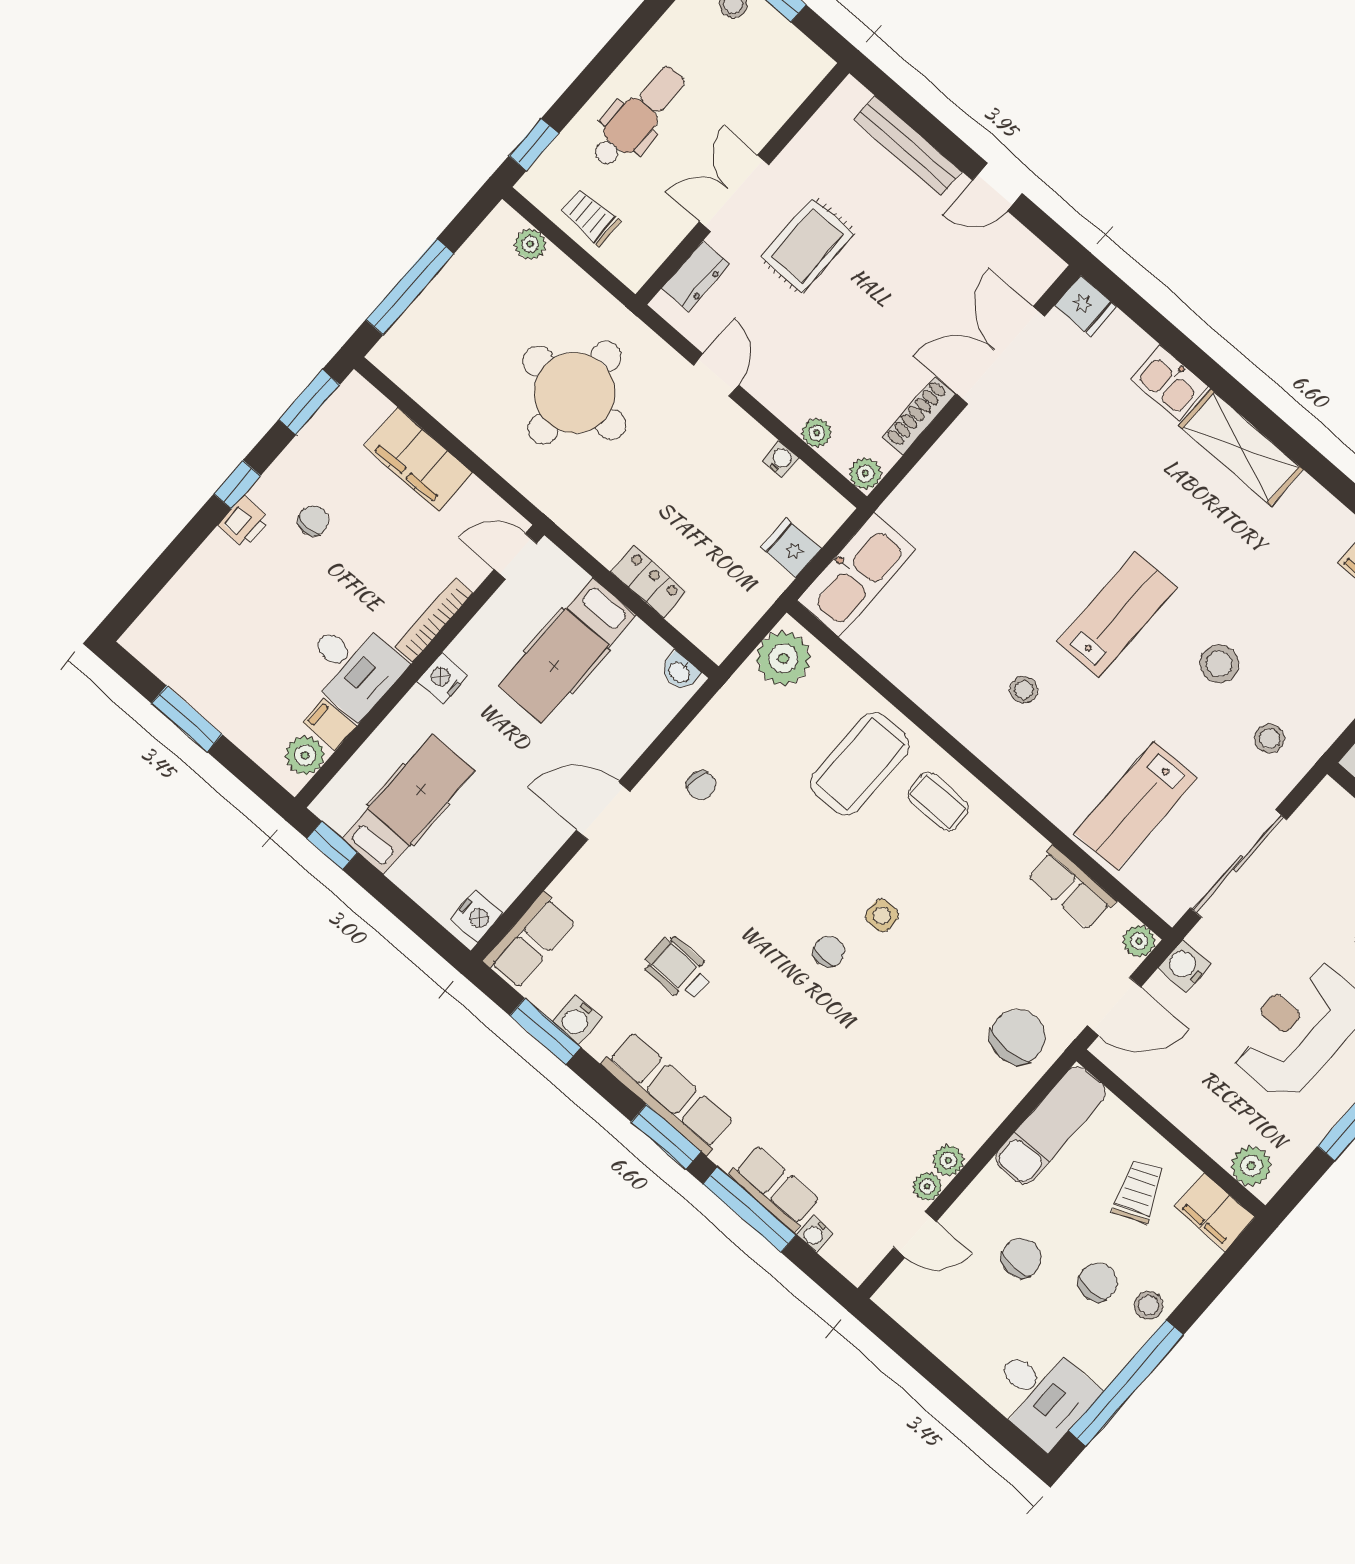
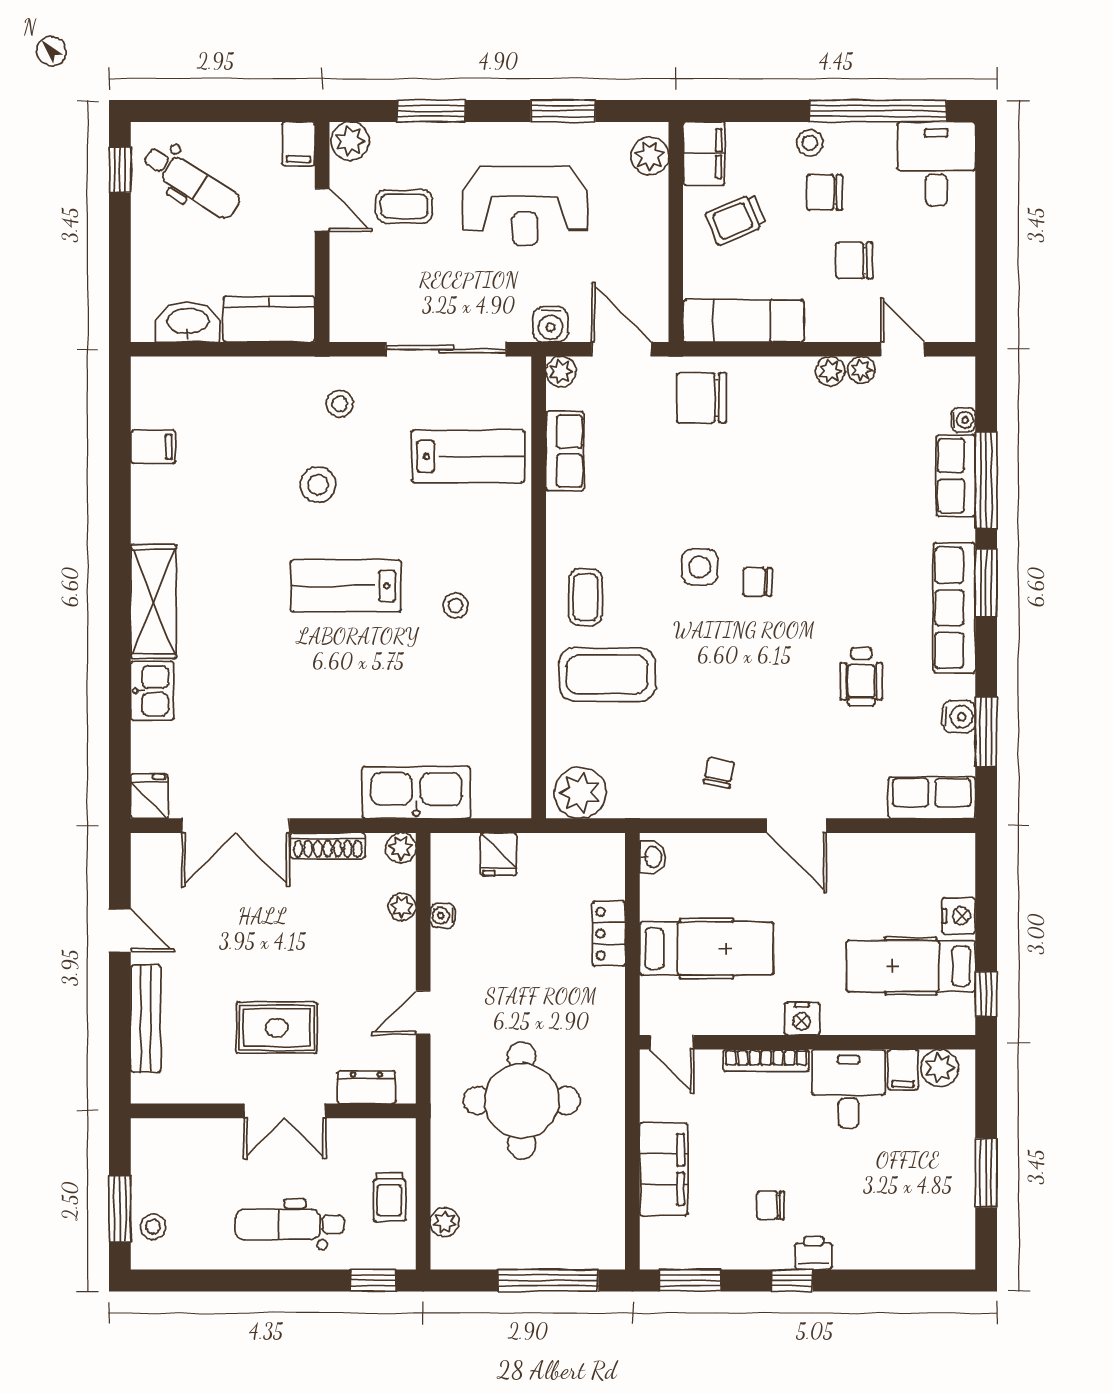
kitchen sink: (856, 575) -> (416, 792), moved
side table: (882, 915) -> (700, 567), width x1.37, depth x1.37
nightstand: (477, 916) -> (959, 916), moved, turned 90

